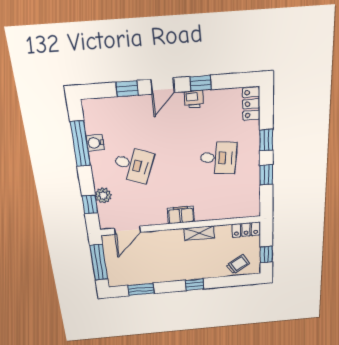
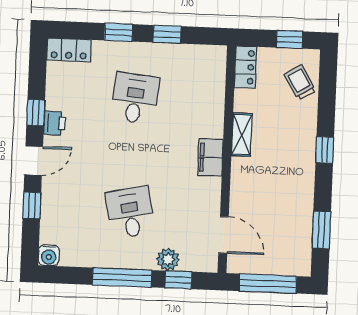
door: (163, 86) -> (34, 161), hinge flipped
water cooler: (95, 143) -> (49, 255), moved
window: (80, 144) -> (122, 277), moved
desk: (133, 165) -> (130, 213), turned -33

